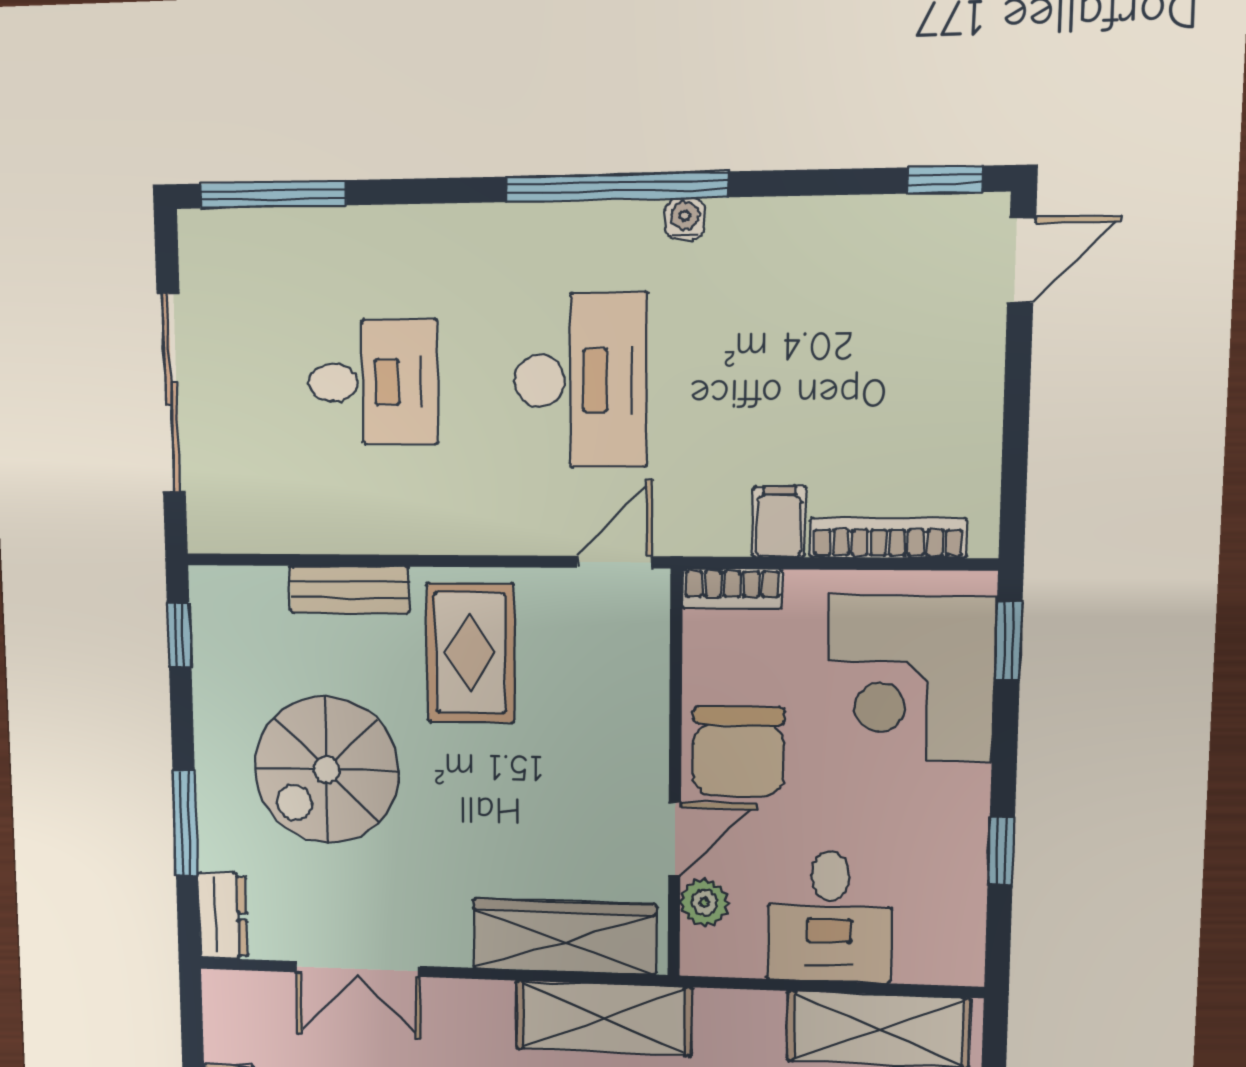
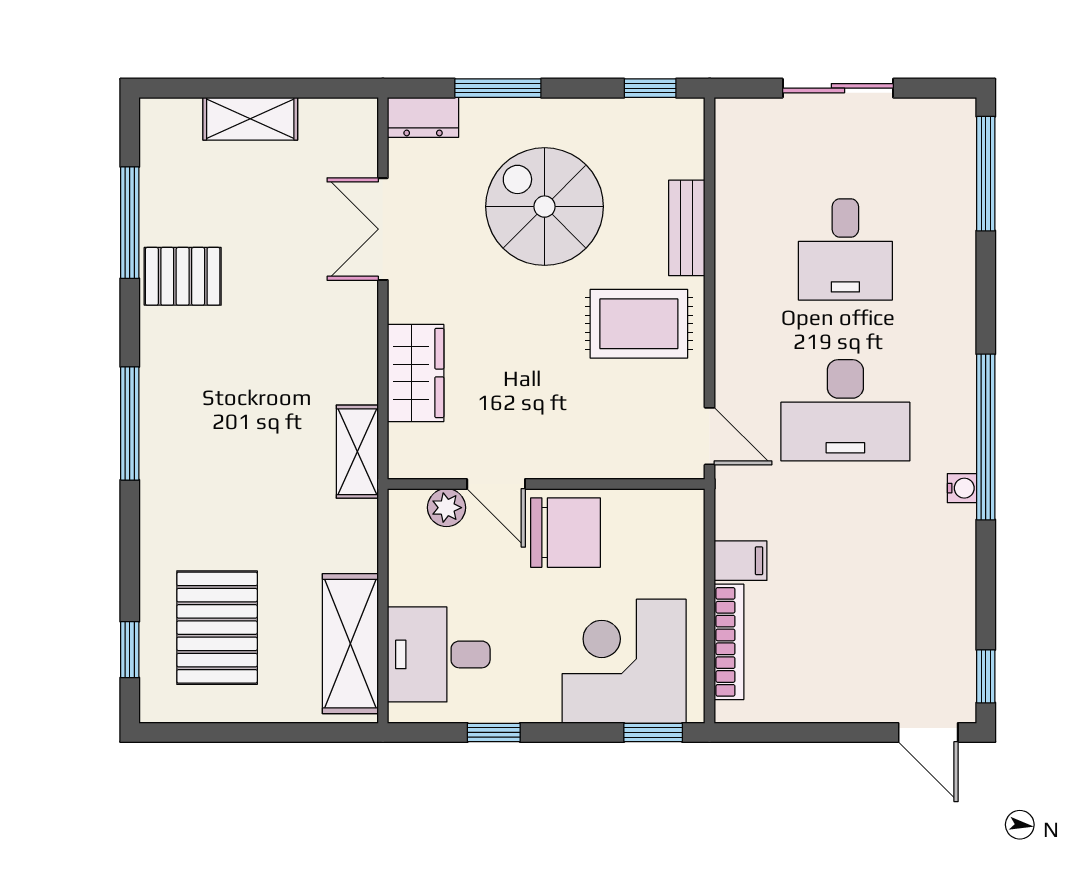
sliding door: (171, 393) -> (838, 88), width x0.73
bookcase: (732, 589) -> (690, 526), removed
chair: (738, 752) -> (566, 533), turned 180
desk: (829, 916) -> (439, 654), moved
wardrobe: (564, 936) -> (416, 373), width x0.67
shelving: (603, 1018) -> (357, 452), width x0.67, depth x0.75

